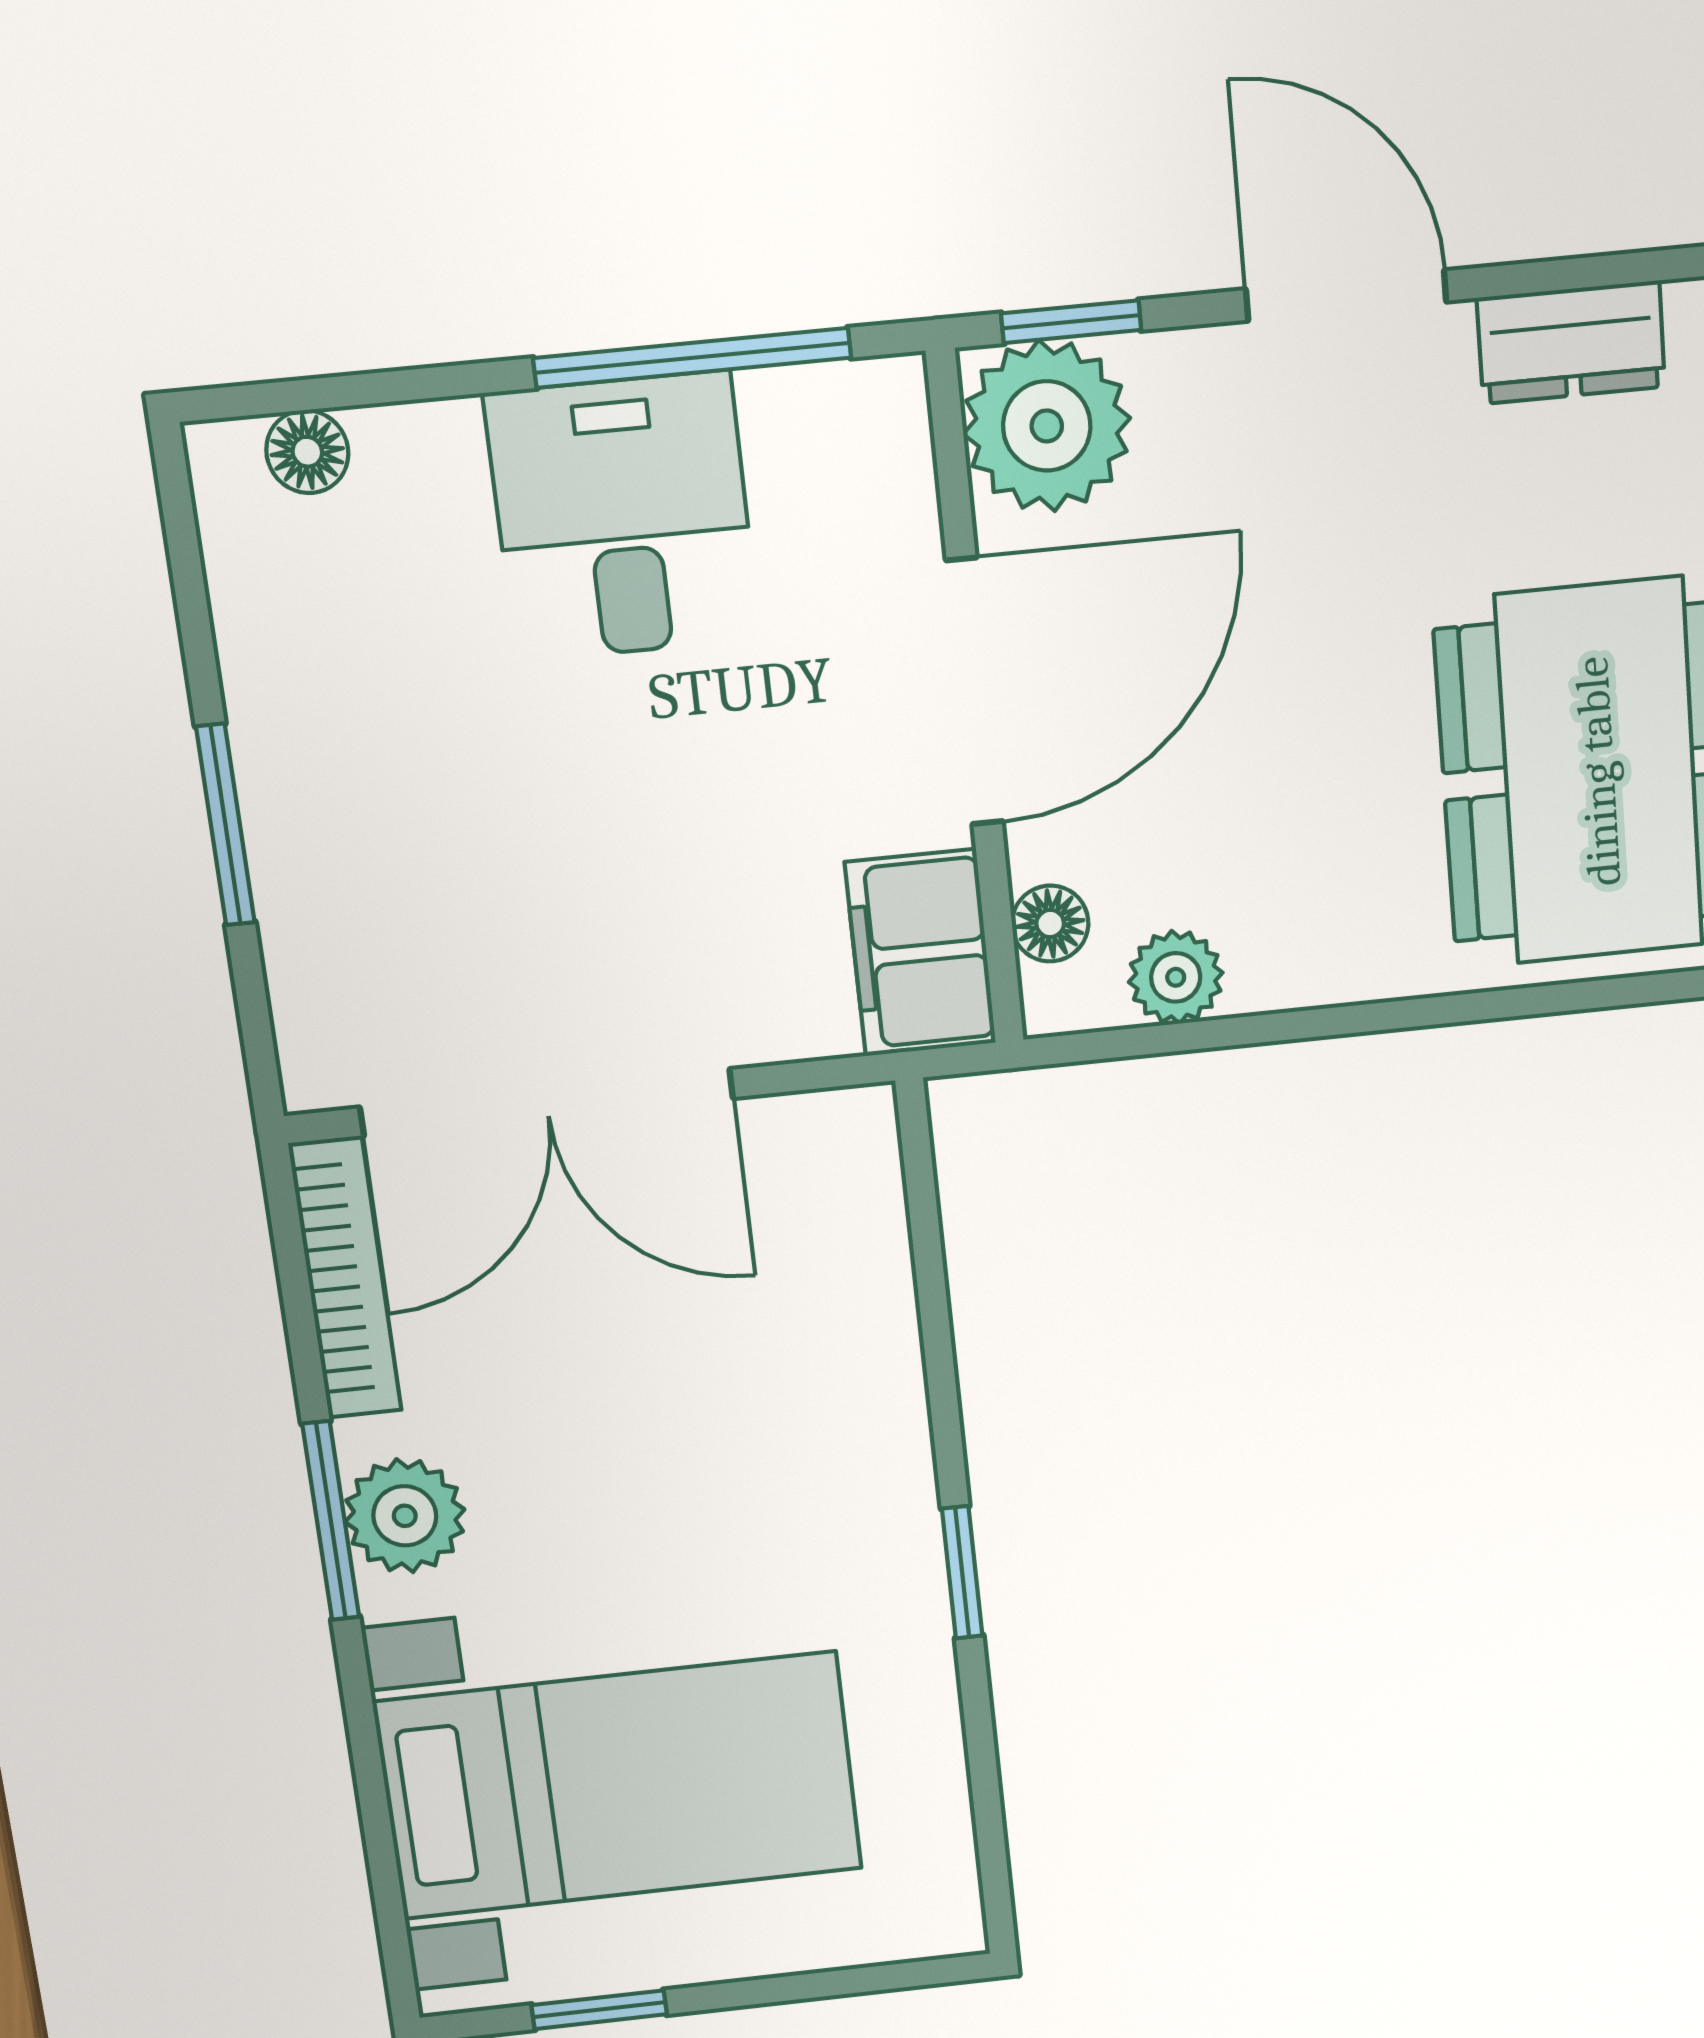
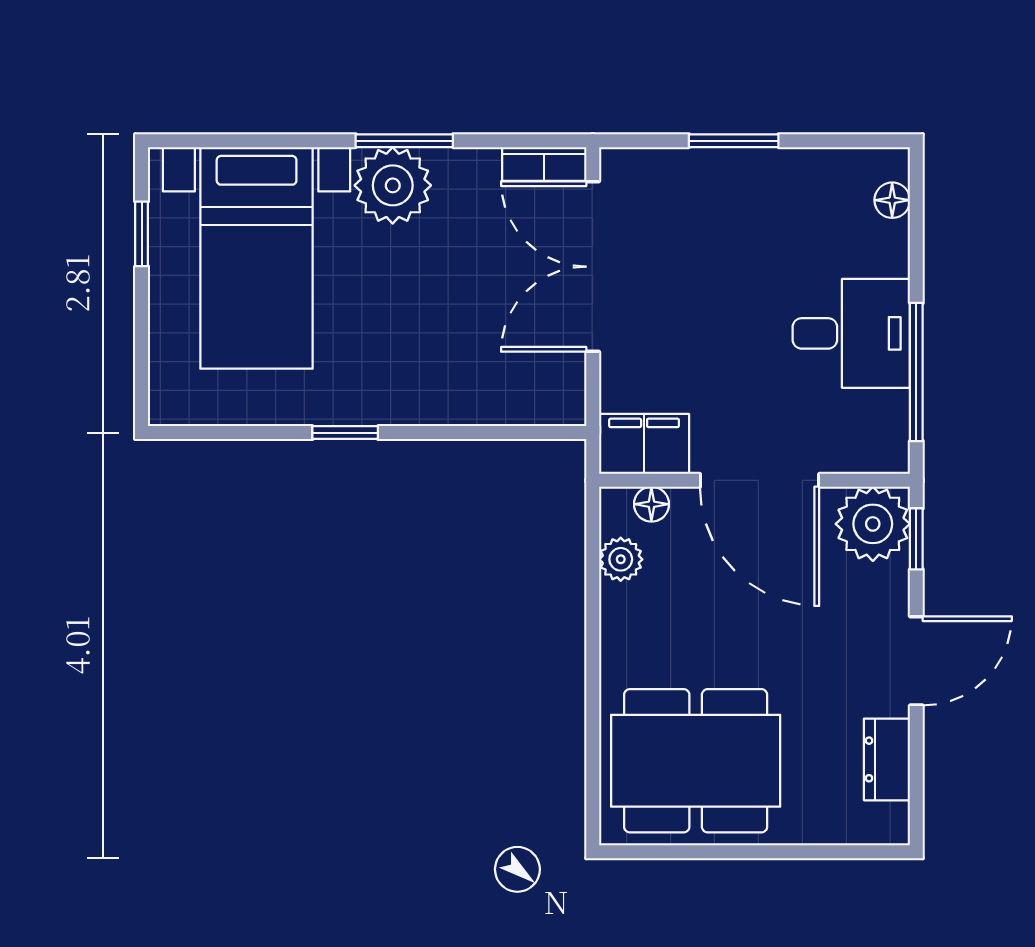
bookcase: (345, 1278) -> (544, 164), width x0.64
plant: (405, 1516) -> (393, 185), width x1.36, depth x1.36

